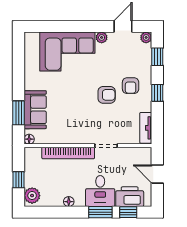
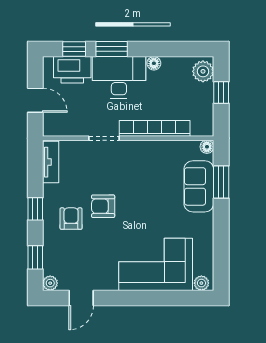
plant: (102, 37) -> (201, 283), moved
desk: (100, 191) -> (119, 77), width x1.37

